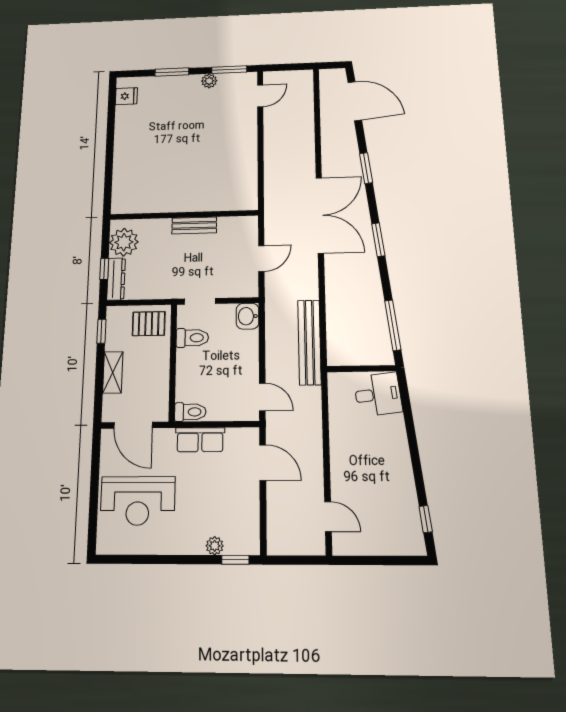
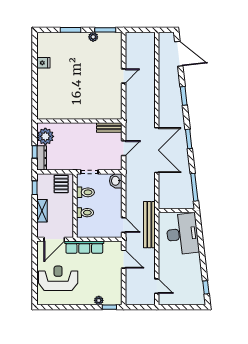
fridge: (126, 96) -> (43, 63), moved
door: (260, 96) -> (124, 76), moved
double door: (320, 215) -> (157, 150), moved
bench: (194, 225) -> (109, 128), moved
pallet: (149, 324) -> (61, 184), turned 90
bench: (309, 342) -> (149, 225), moved
desk: (378, 394) -> (182, 234), width x1.87, depth x1.30
toilet: (190, 412) -> (85, 213), moved
door: (133, 425) -> (54, 239), hinge flipped
row of seats: (200, 440) -> (84, 247), width x1.48
reception desk: (138, 501) -> (58, 278), turned 180

